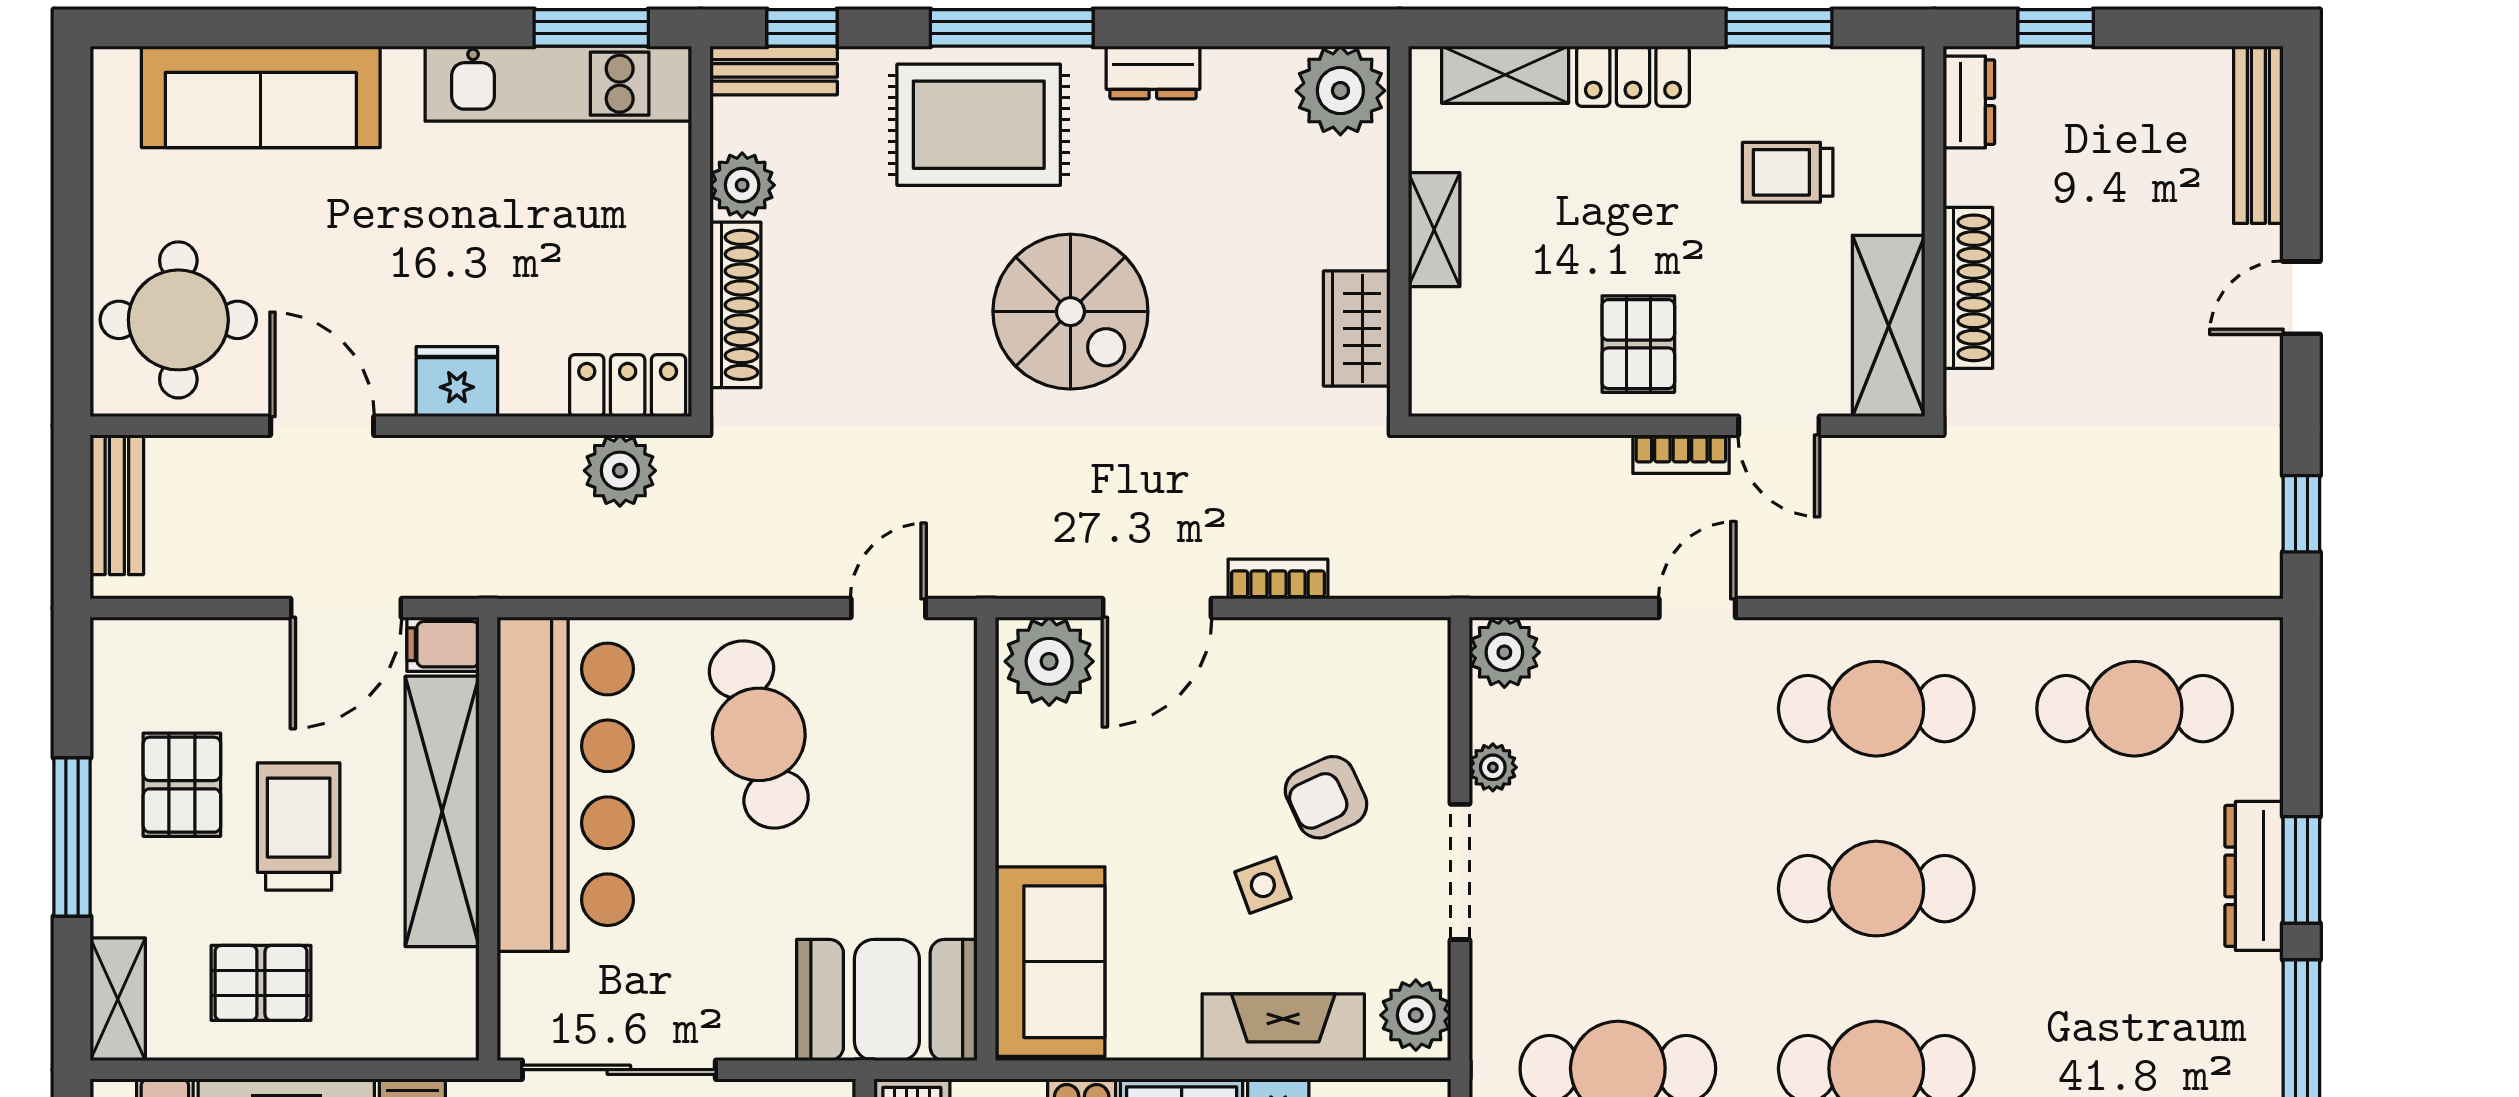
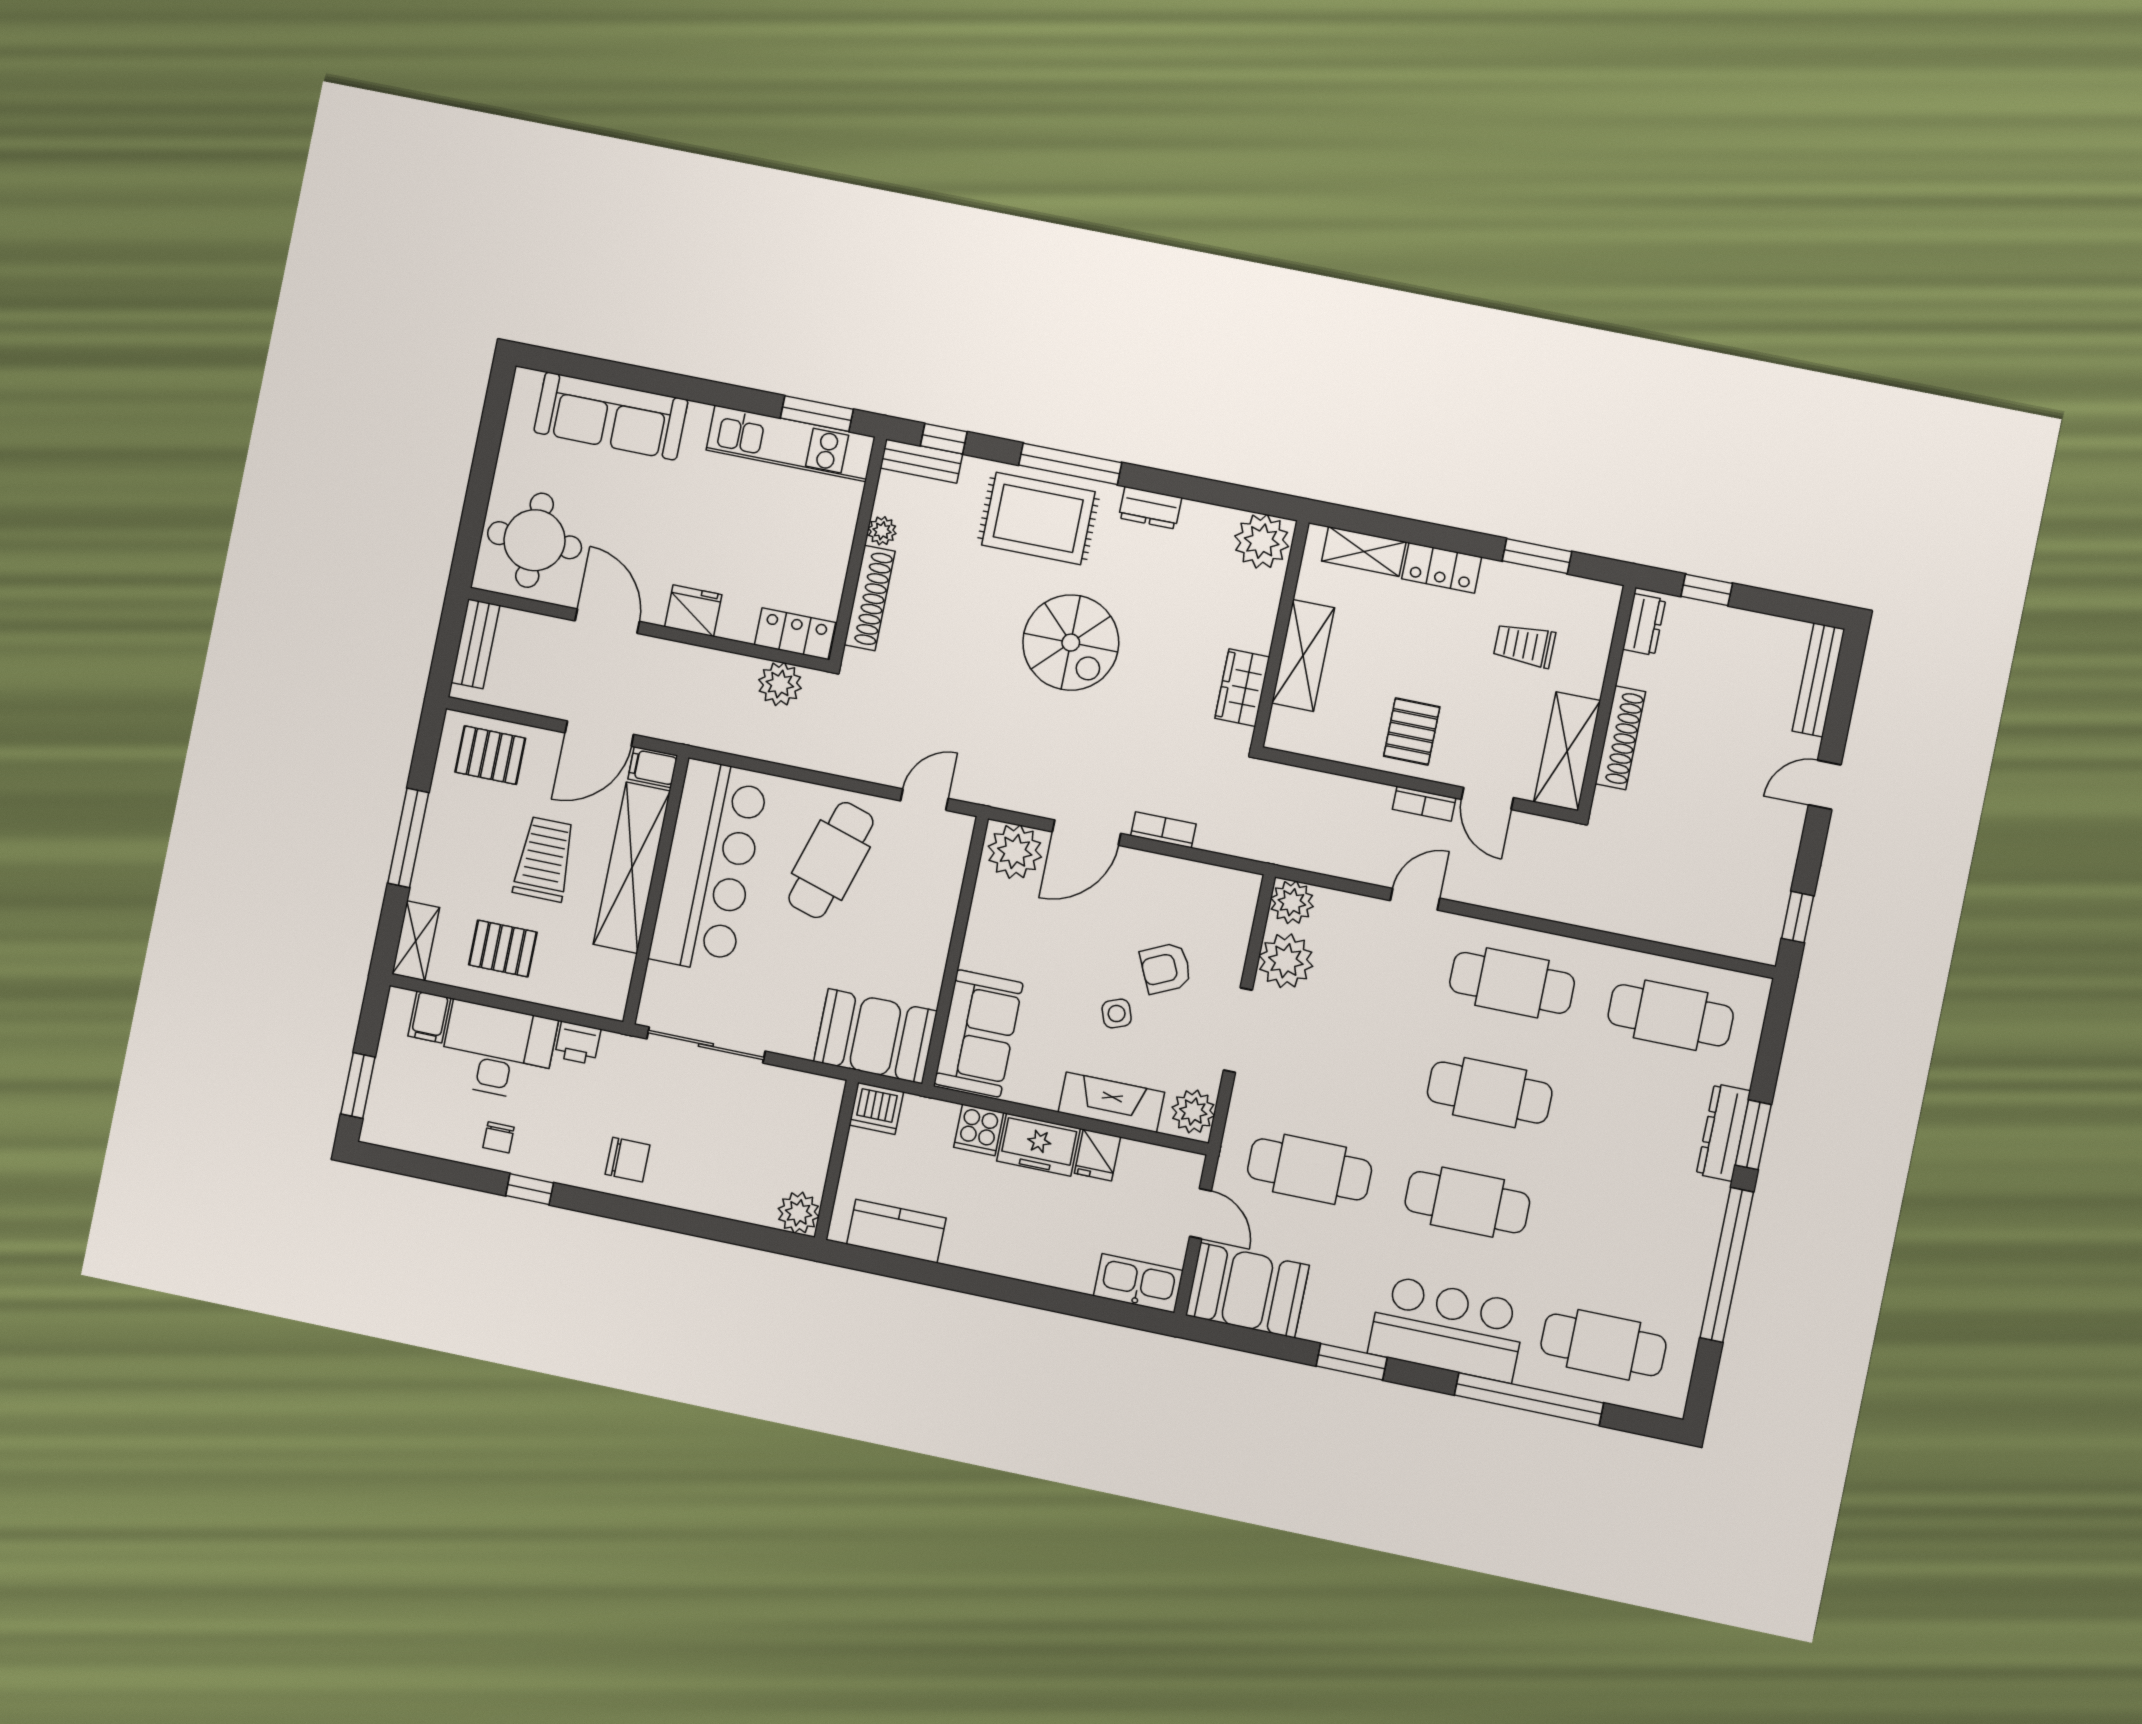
plant: (742, 185) -> (882, 531), width x0.73, depth x0.73
shelving: (1434, 230) -> (1303, 655), width x1.50, depth x1.33
cafe table: (759, 734) -> (831, 860), turned 32
plant: (1493, 767) -> (1286, 961), width x1.88, depth x1.88
pallet: (182, 785) -> (490, 755), moved, turned 90

